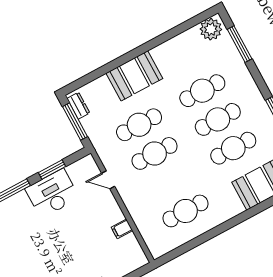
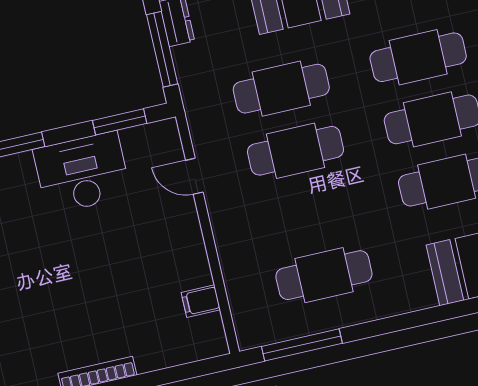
window: (52, 170) -> (120, 122), moved
filing cabinet: (122, 229) -> (201, 301), moved
window: (184, 248) -> (302, 345), added

